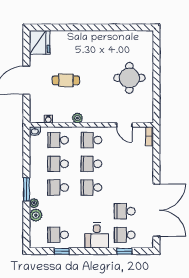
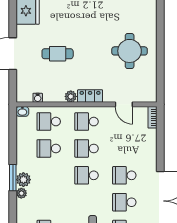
locker: (95, 118) -> (90, 96), added
school desk: (58, 187) -> (124, 175), moved
plant: (36, 215) -> (23, 180), moved

